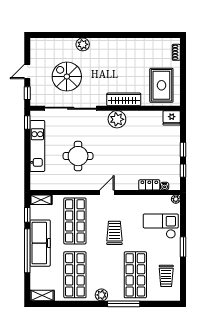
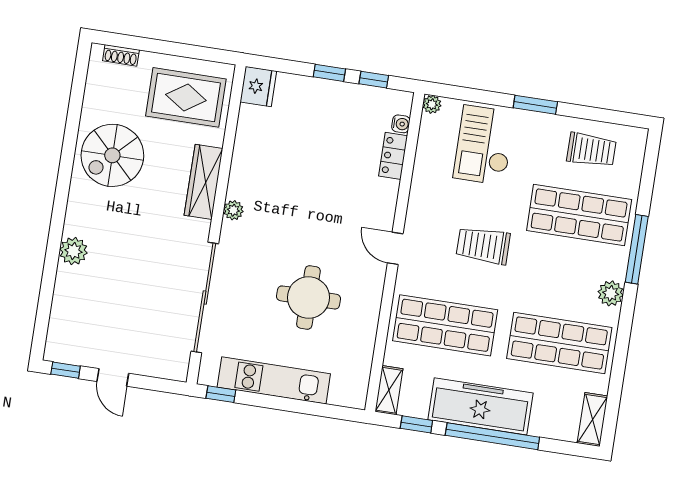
spiral stairs: (67, 77) -> (112, 155), moved
window: (27, 93) -> (66, 370), moved
plant: (117, 119) -> (233, 210), width x0.53, depth x0.53

